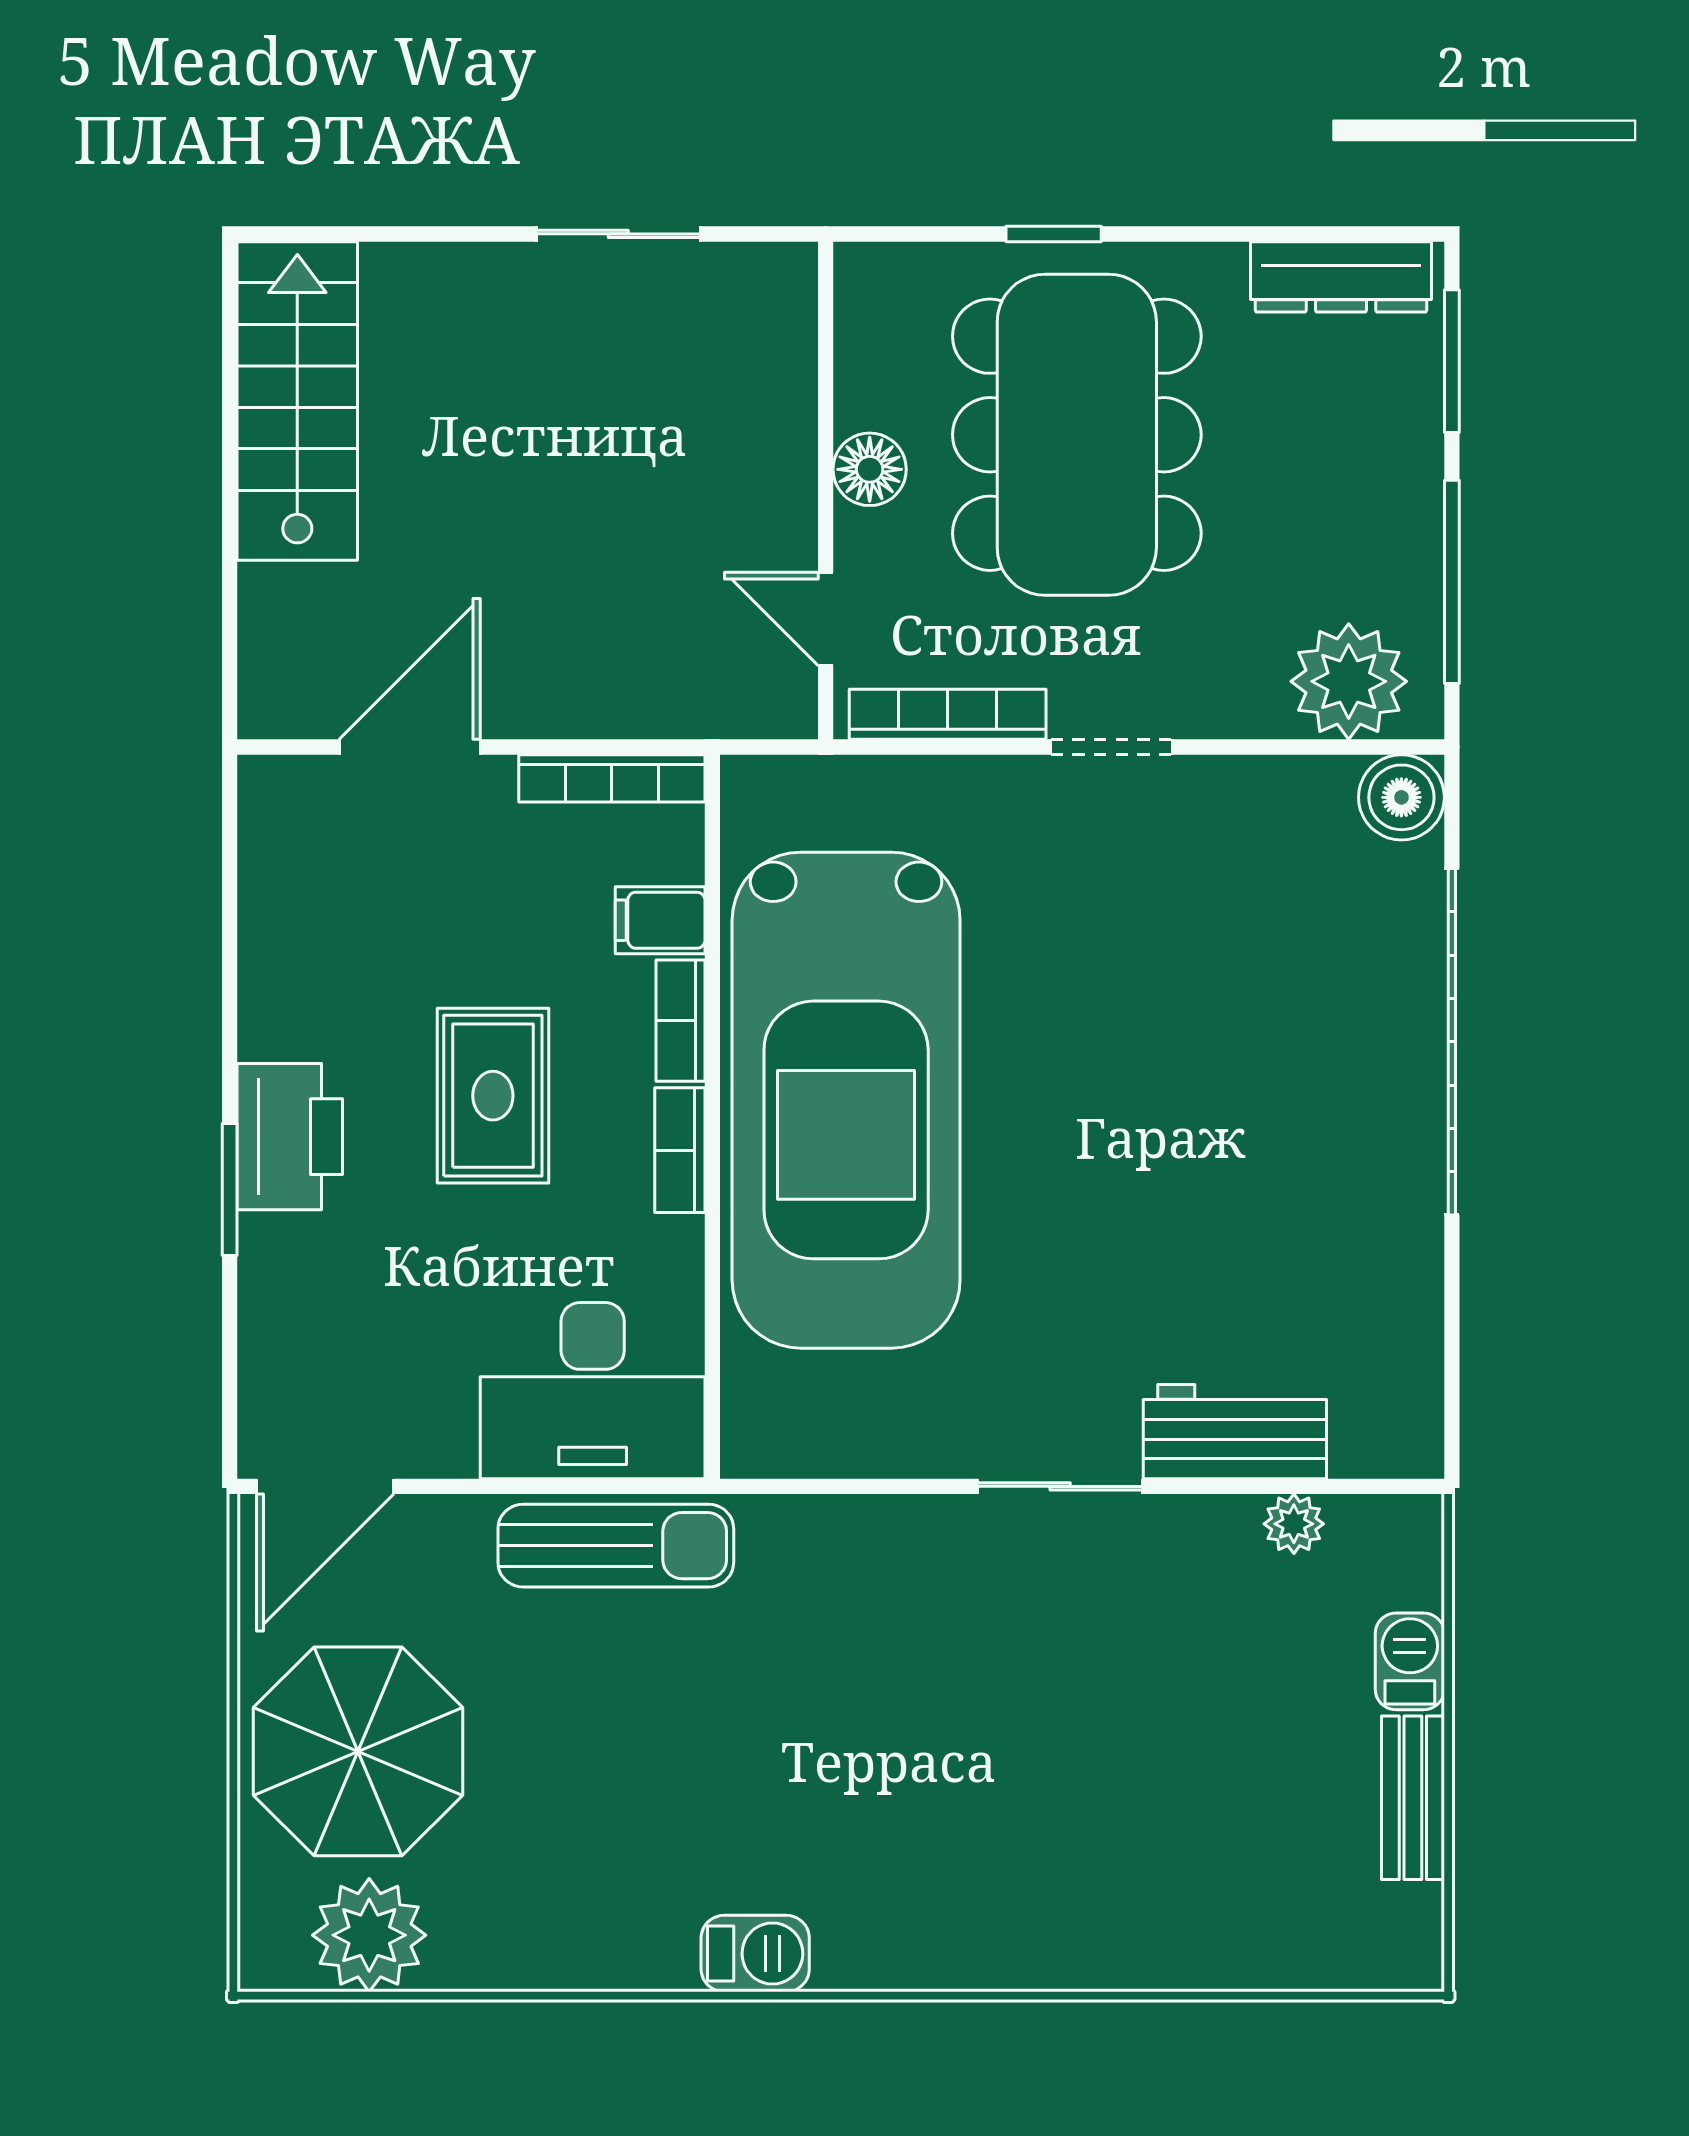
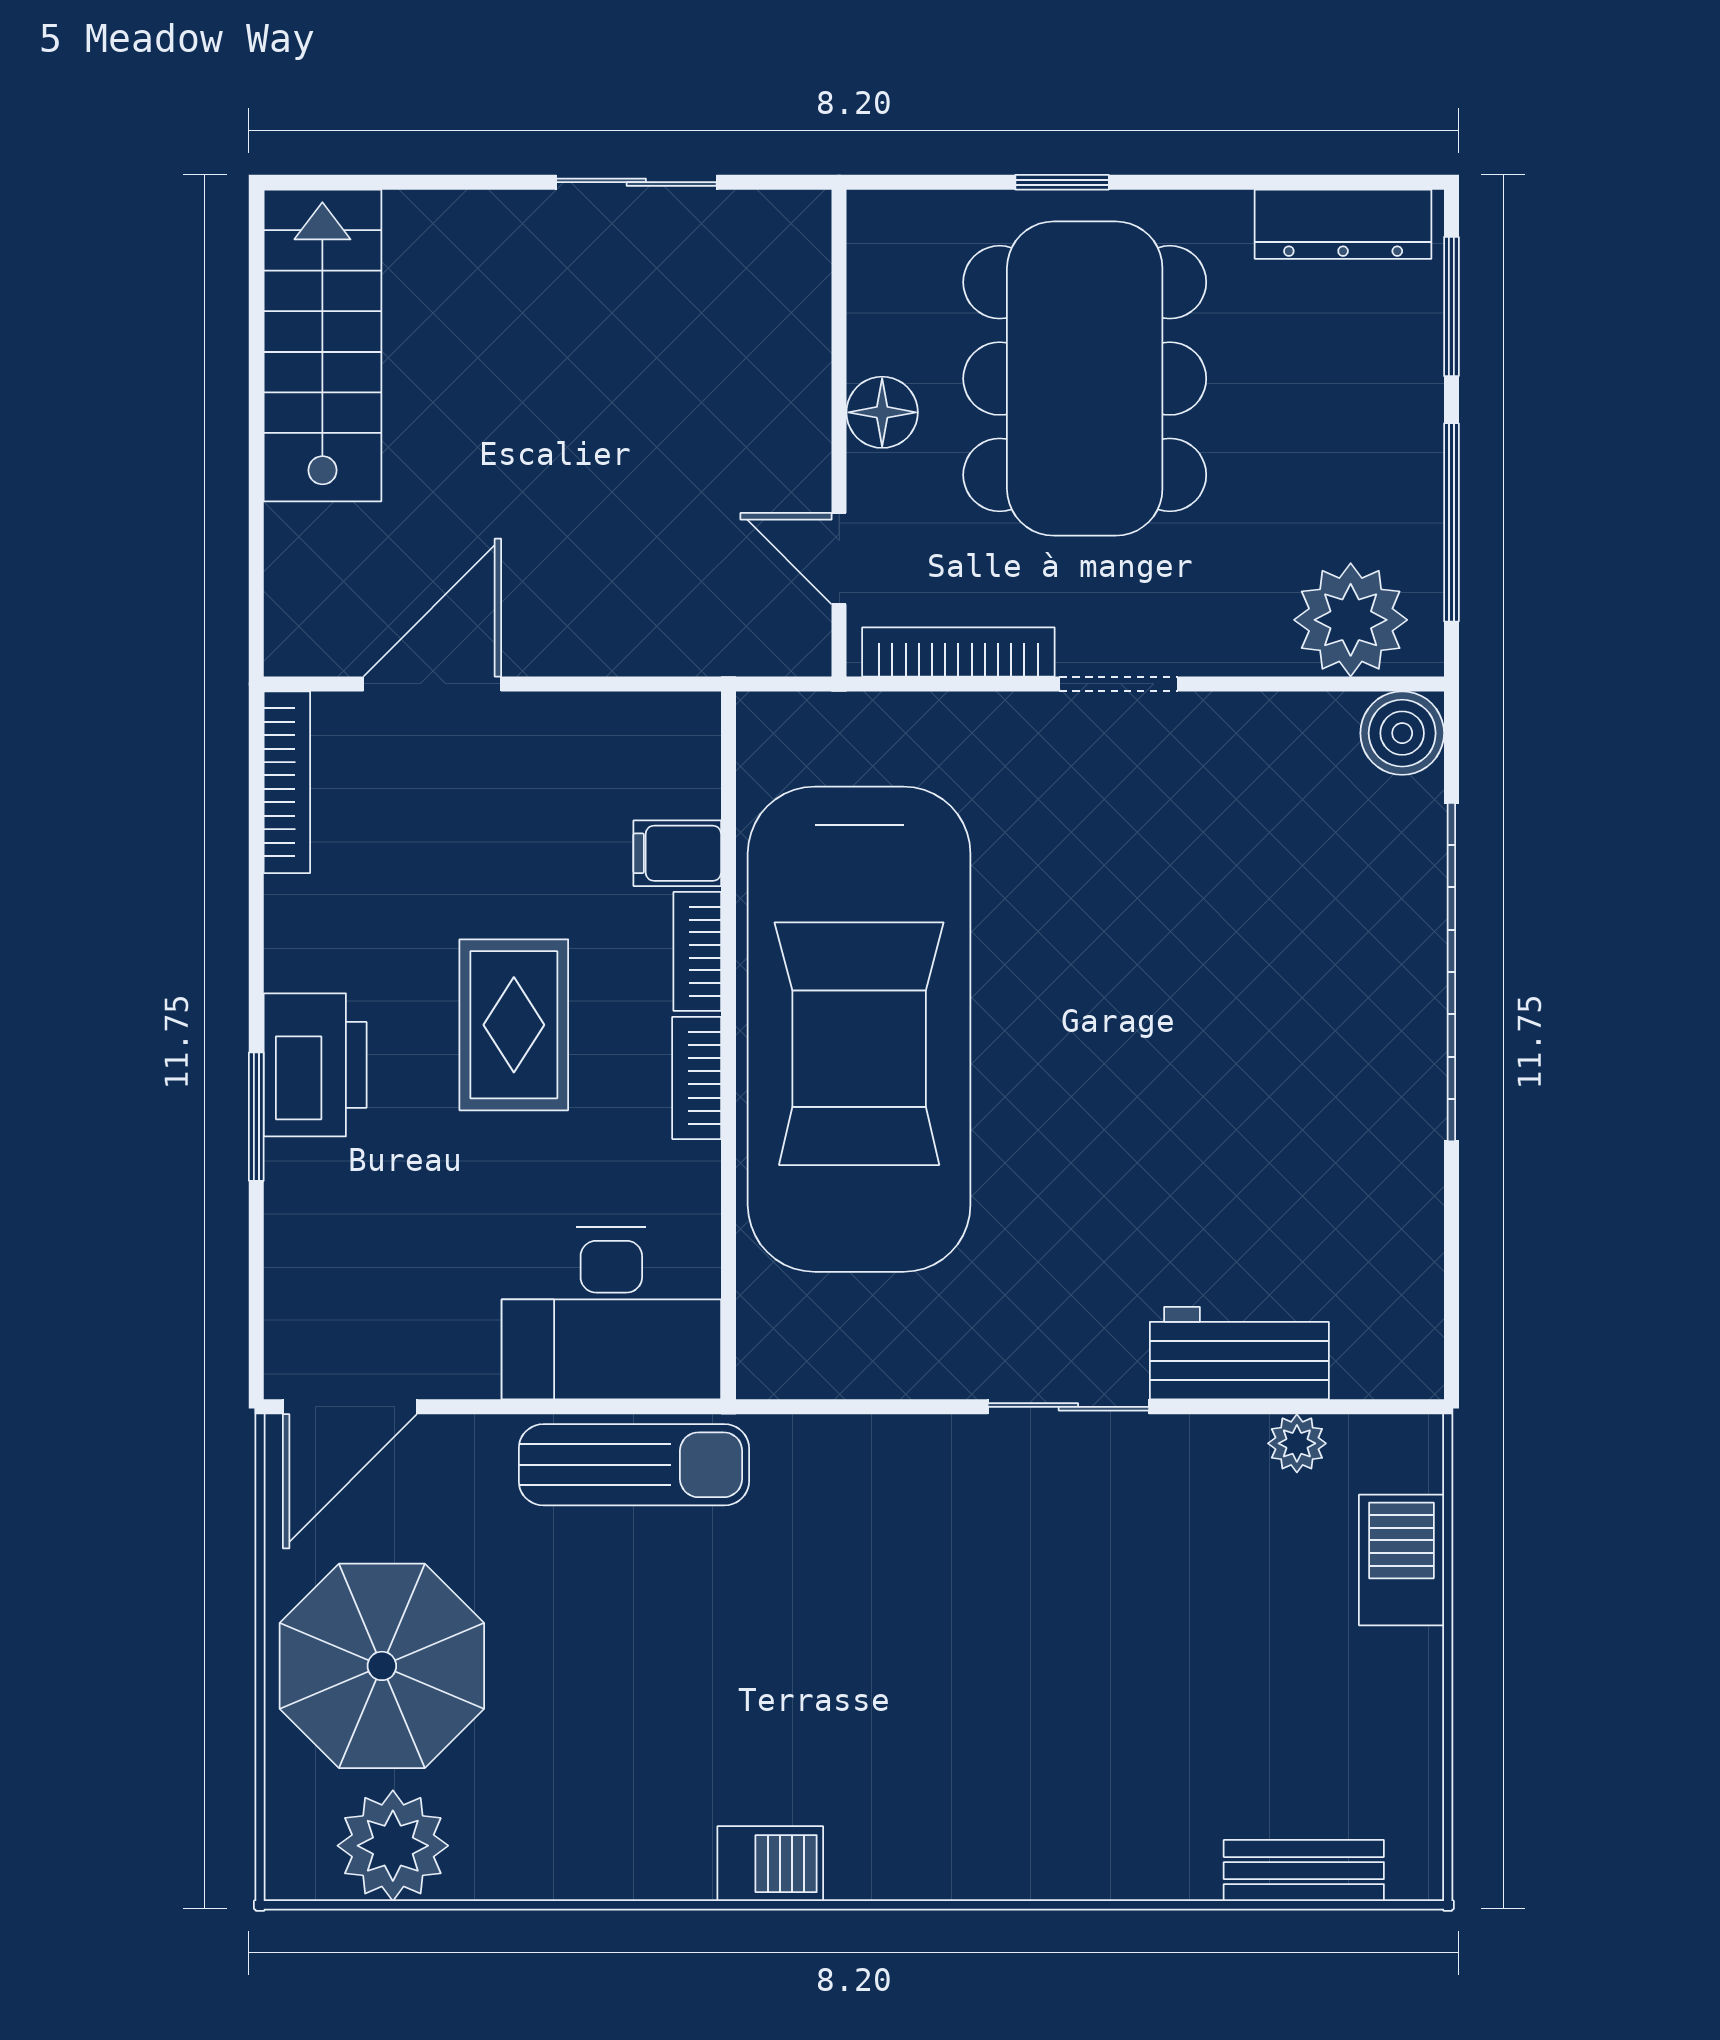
bookcase: (612, 778) -> (287, 782), moved, turned -90
barbecue: (1410, 1661) -> (1401, 1560), width x1.38, depth x1.27
bench: (1413, 1798) -> (1304, 1871), moved, turned 90

